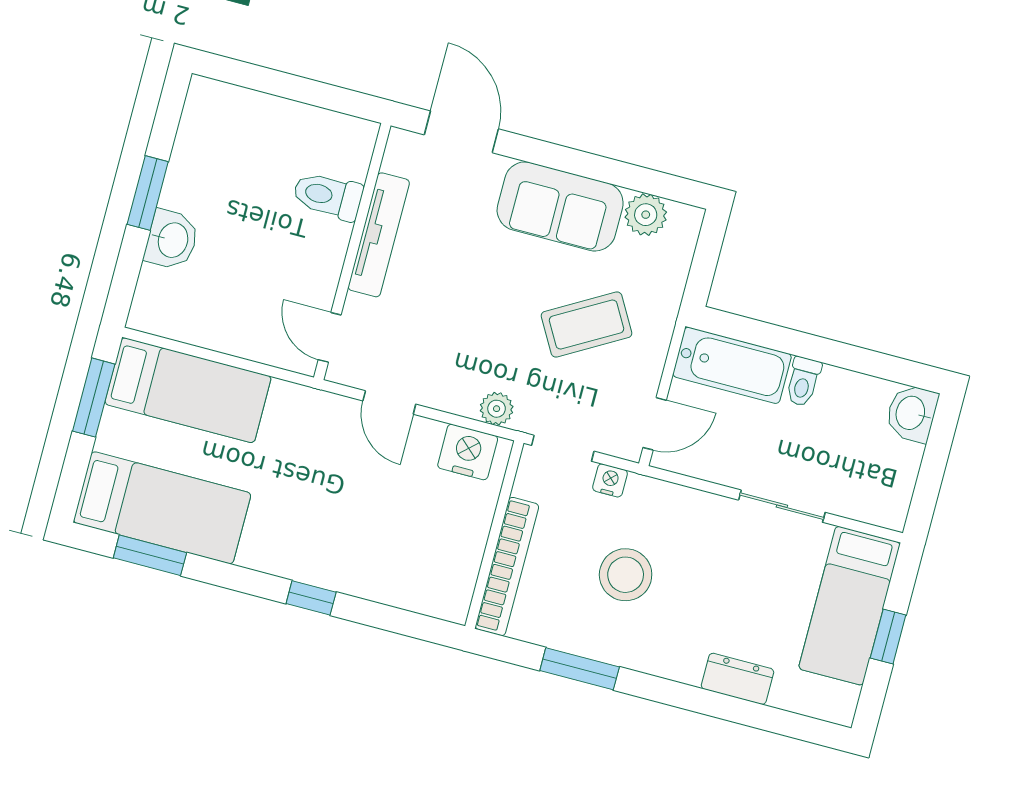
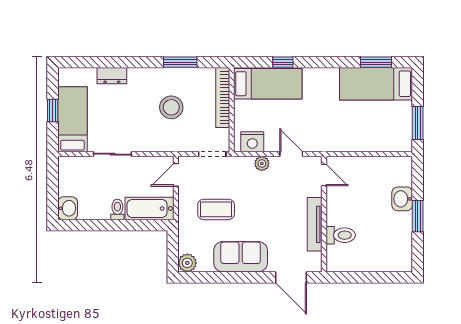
plant: (646, 215) -> (187, 263), moved
coffee table: (586, 324) -> (216, 209), turned 30
bed: (188, 390) -> (268, 84), moved, turned 180
plant: (497, 409) -> (262, 164), moved
nightstand: (610, 480) -> (188, 146), removed
window: (311, 598) -> (283, 62), moved

